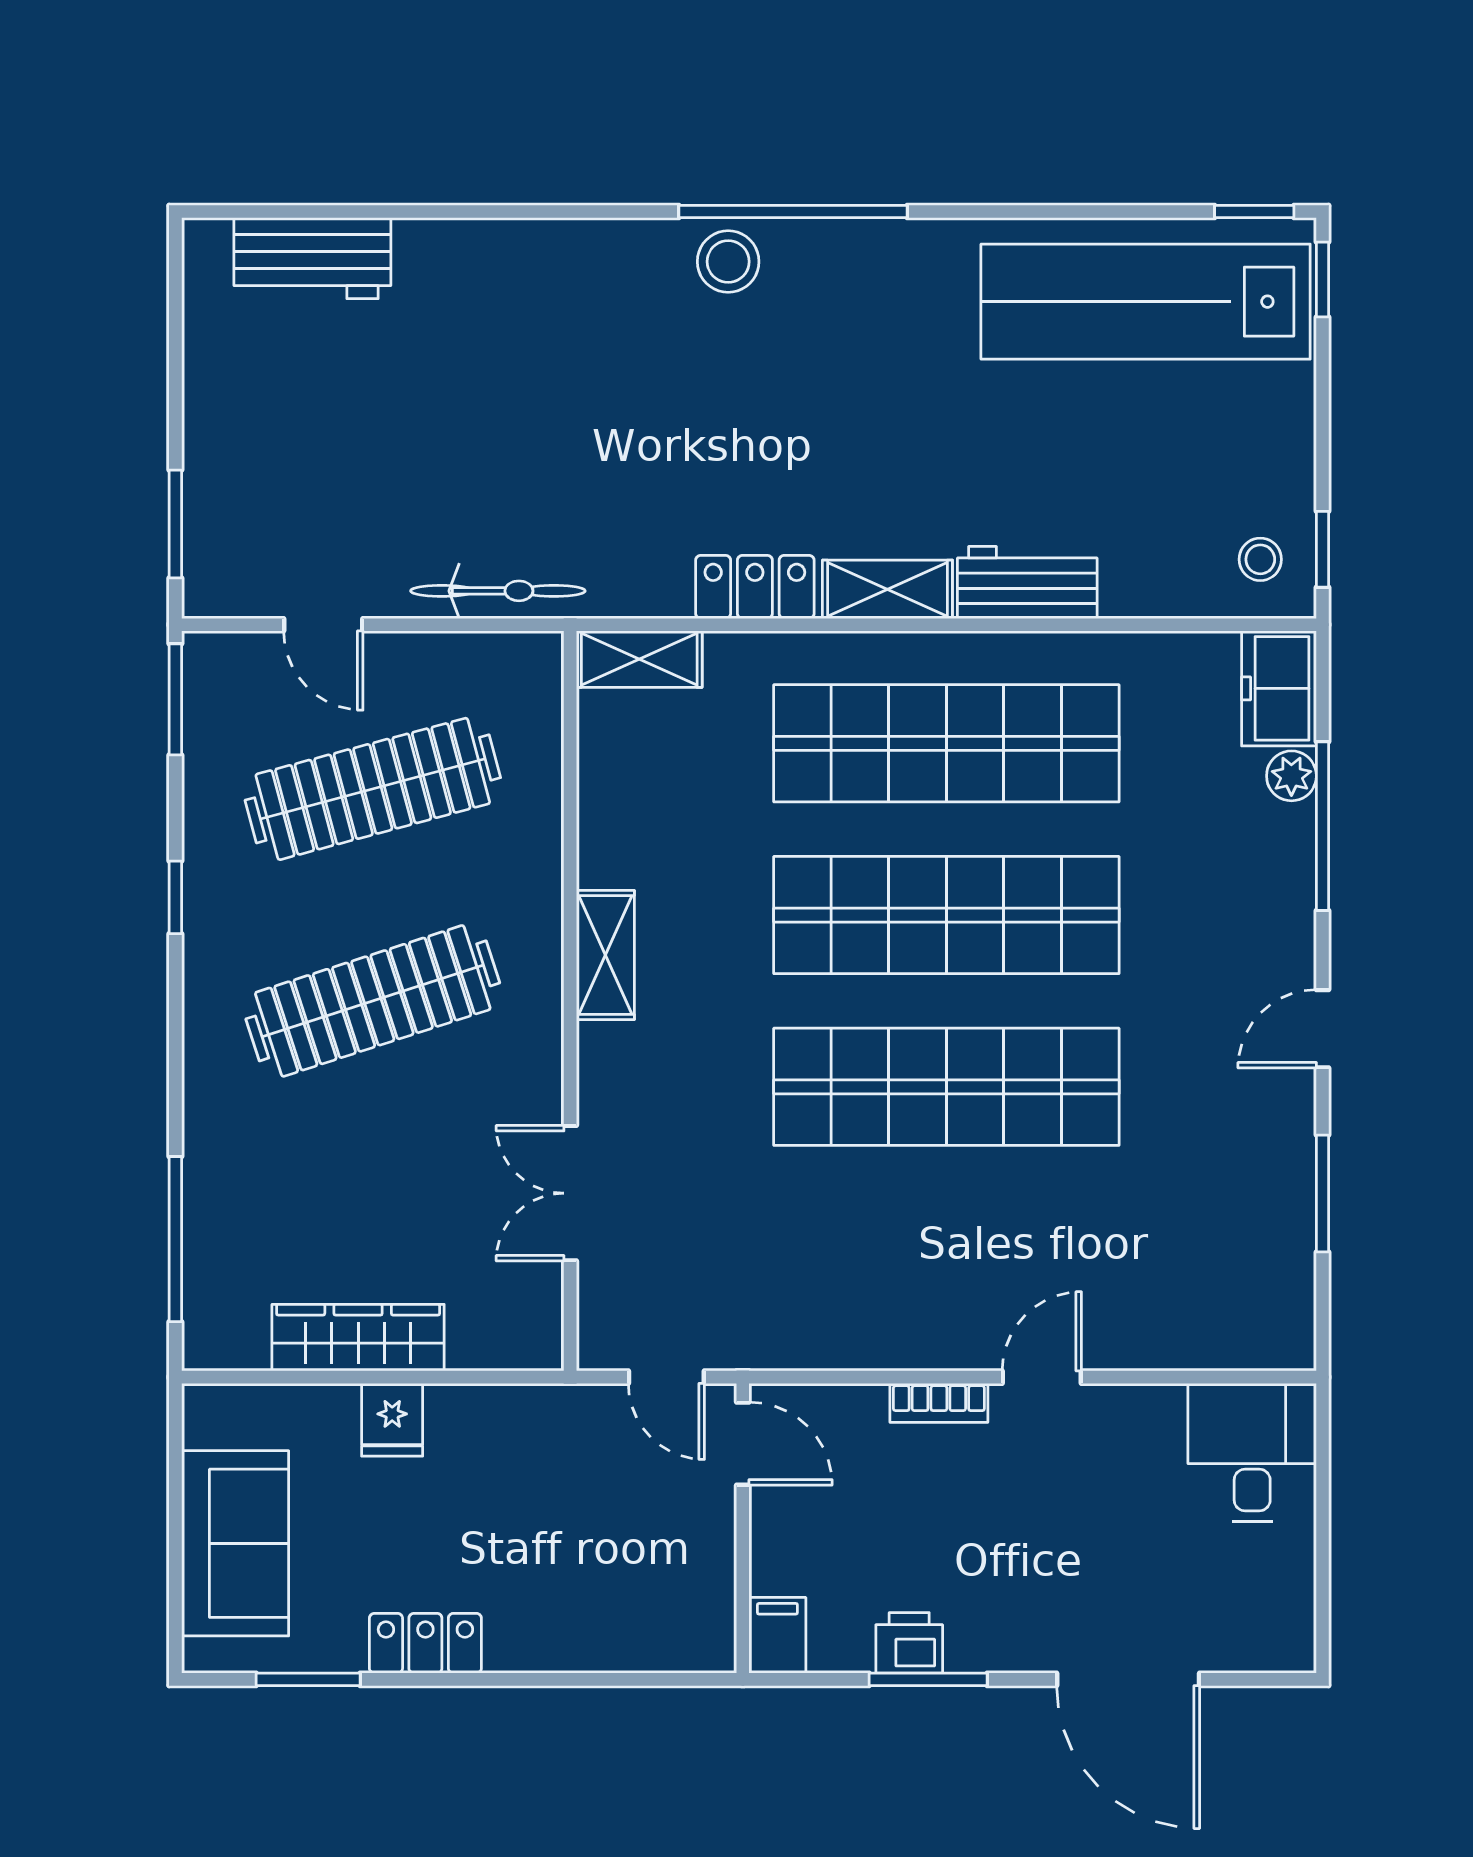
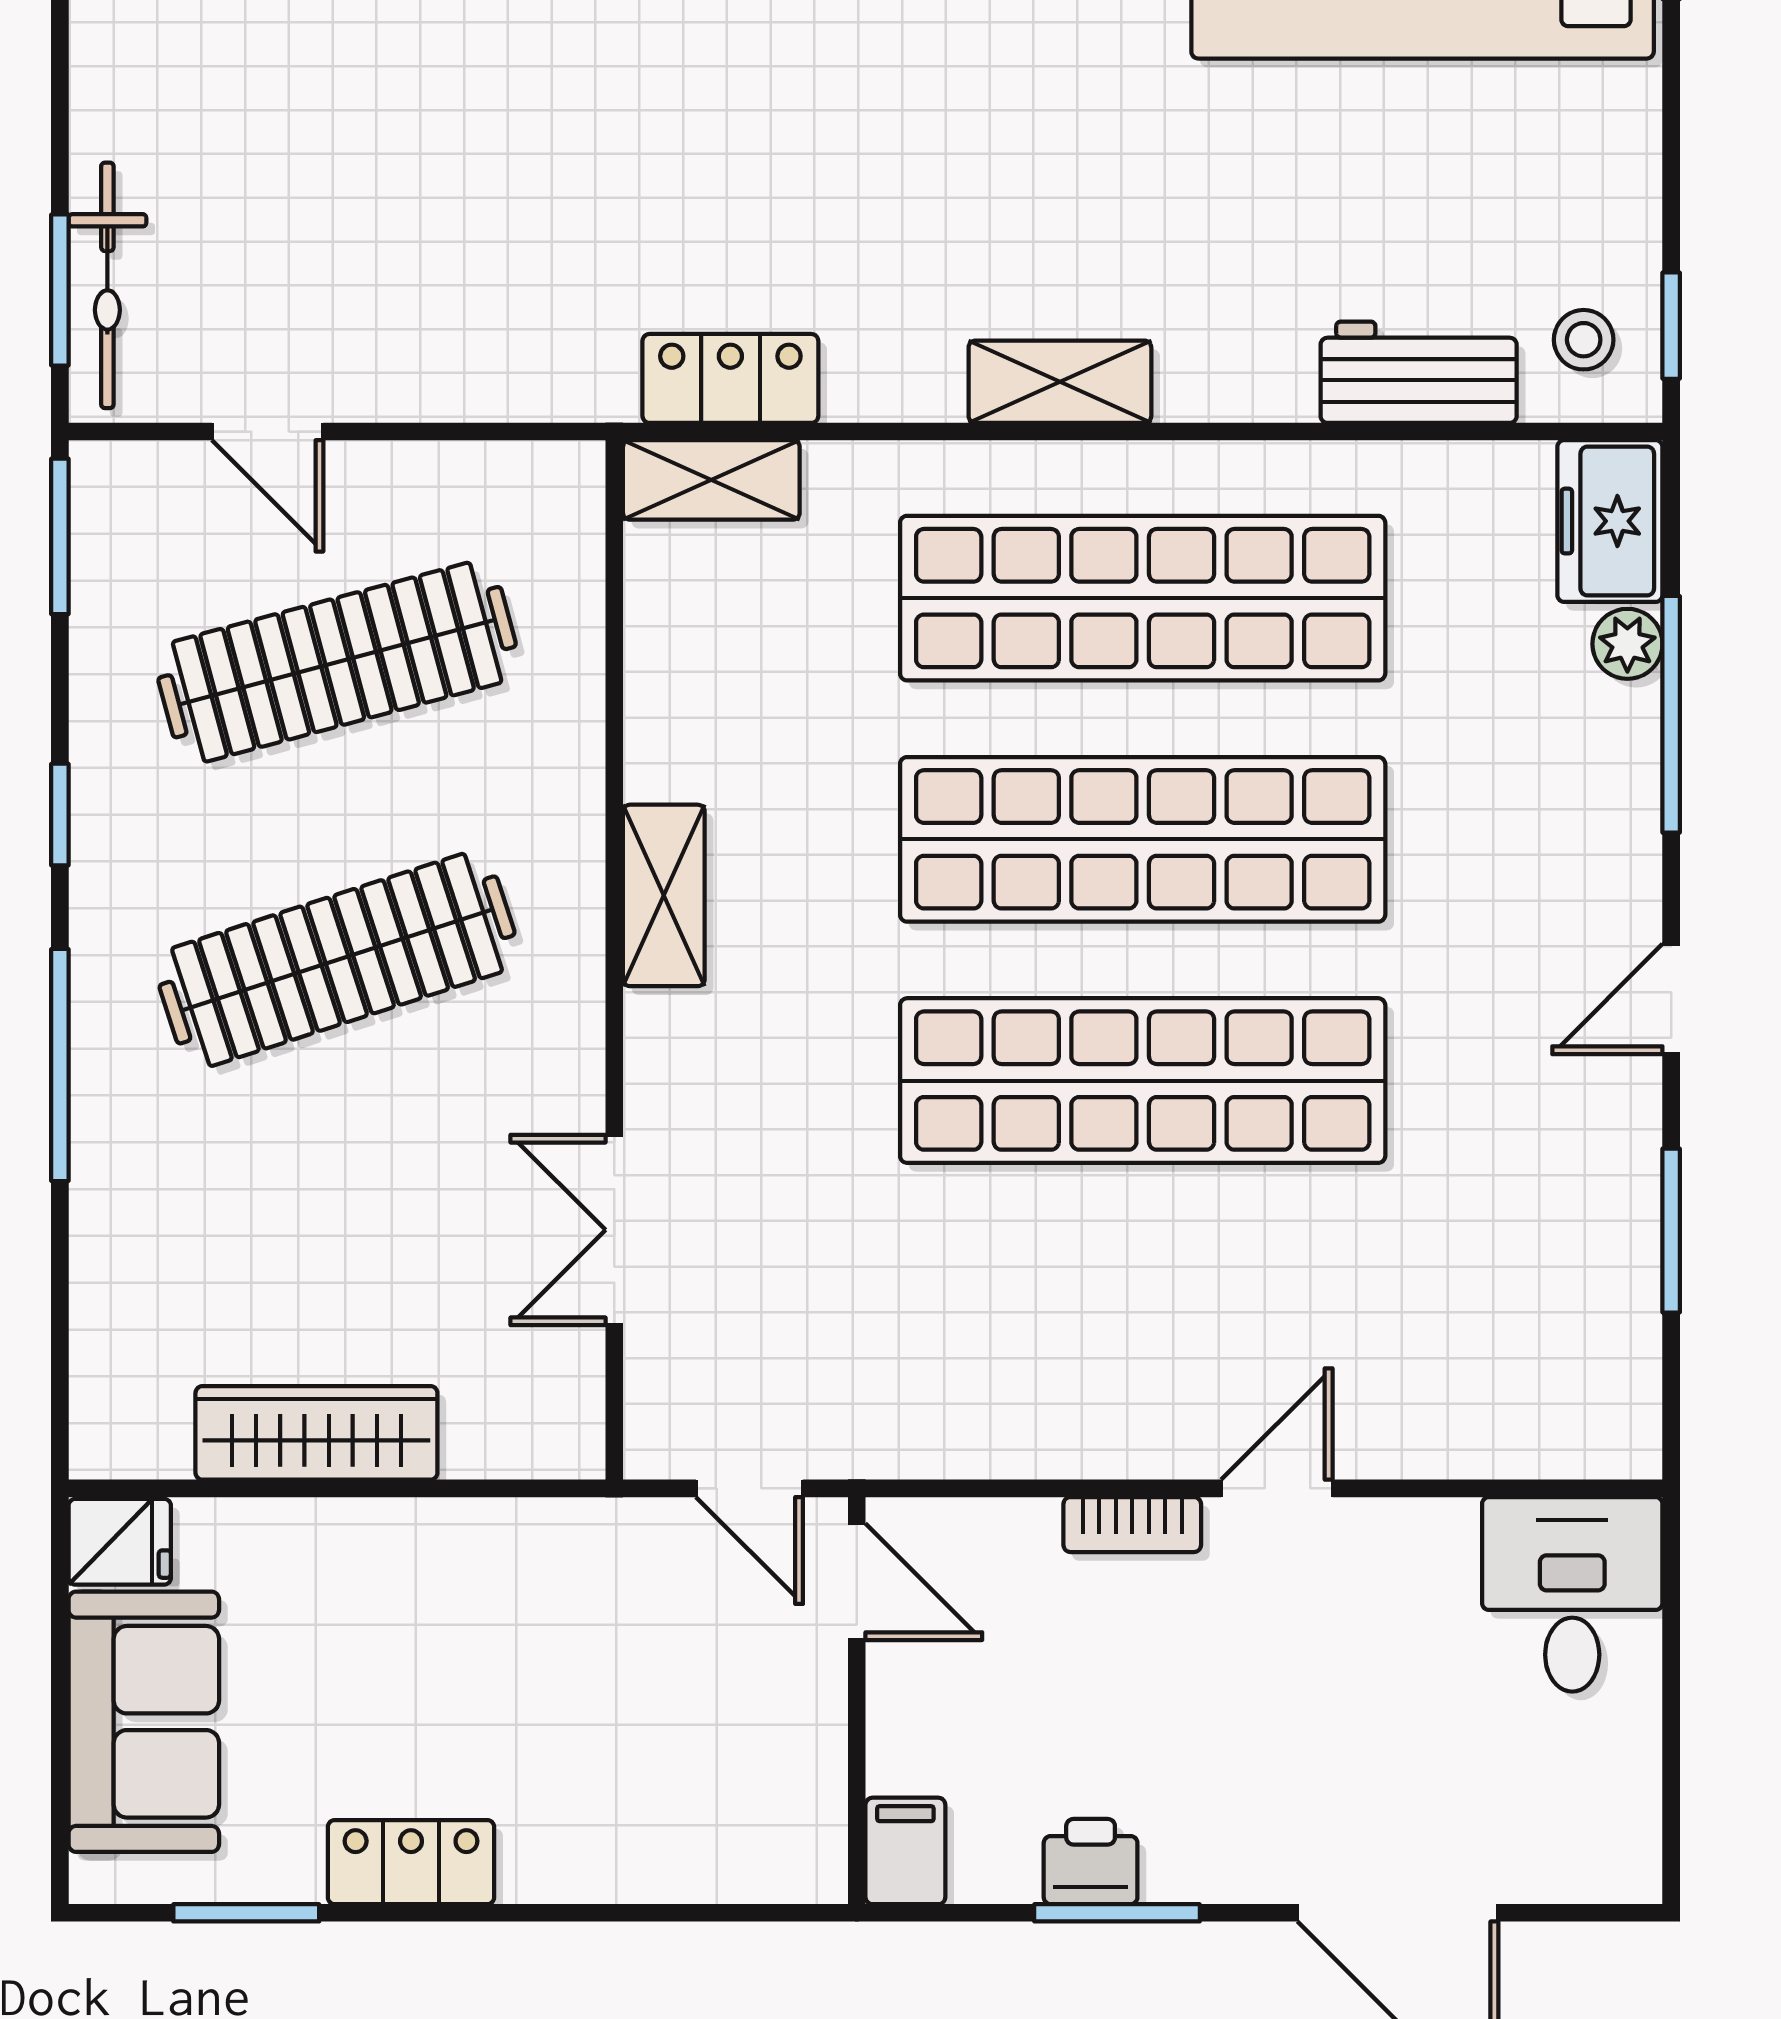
workbench: (1027, 582) -> (1419, 372), moved
locker: (755, 587) -> (730, 378), moved
bicycle: (498, 591) -> (107, 285), moved, turned 90
window: (175, 1239) -> (60, 1065), moved
fridge: (392, 1420) -> (120, 1542), moved, turned -90

